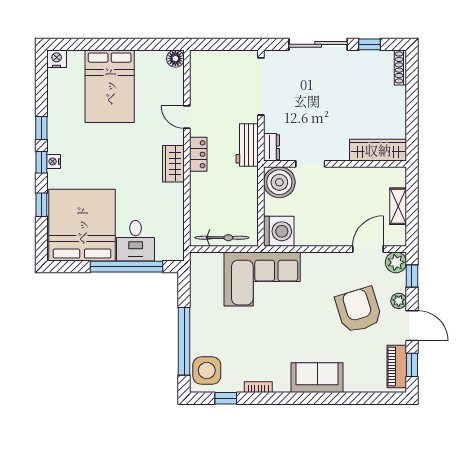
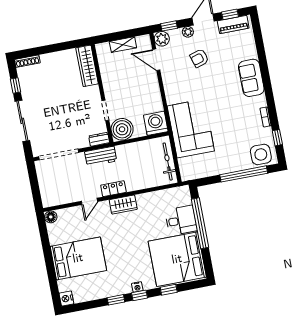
armchair: (359, 310) -> (199, 58), width x0.53, depth x0.53

